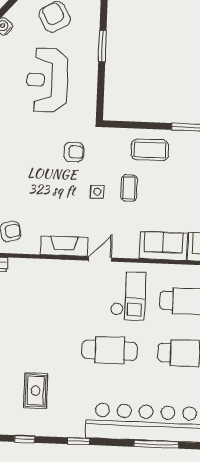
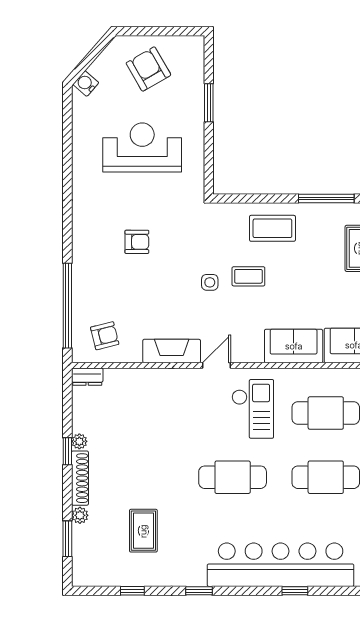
reception desk: (47, 80) -> (142, 147), turned 90
armchair: (74, 152) -> (137, 242), moved
coffee table: (129, 188) -> (248, 276), turned 90
window: (156, 444) -> (295, 591), width x0.46

